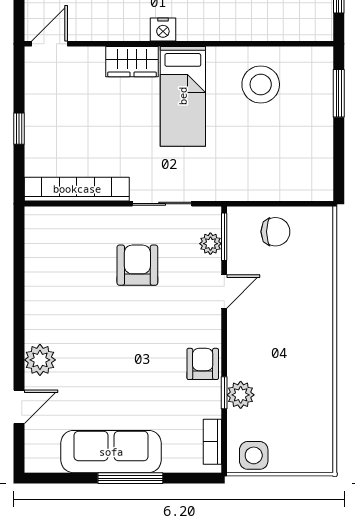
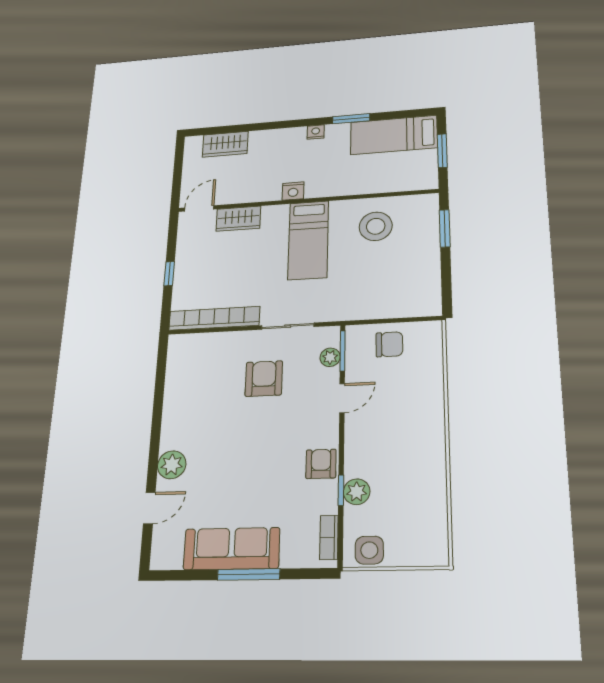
wardrobe: (132, 62) -> (238, 219), moved

